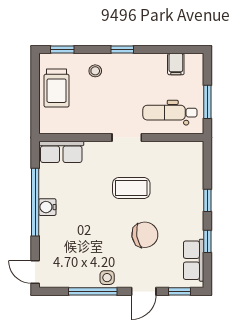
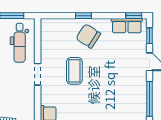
chair: (145, 235) -> (88, 36), moved, turned -48
window: (207, 241) -> (134, 16), moved
side table: (107, 278) -> (139, 89), removed

